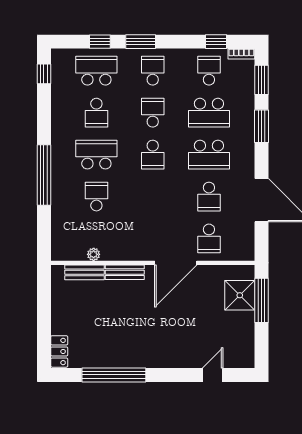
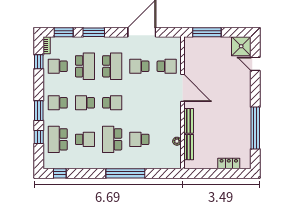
school desk: (209, 197) -> (139, 66), turned 180
shower: (240, 295) -> (241, 46), moved
locker: (59, 351) -> (229, 164), moved

